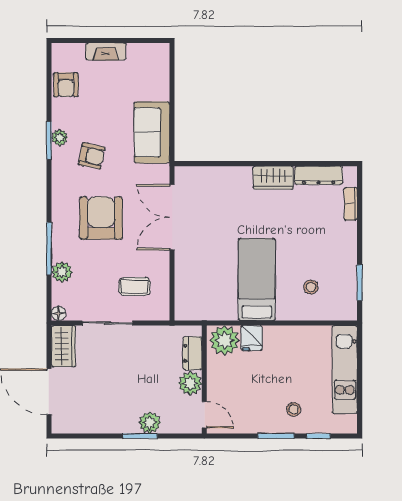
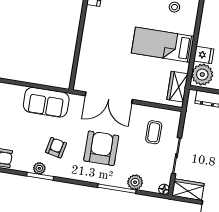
wardrobe: (273, 178) -> (177, 87), moved, turned 180
armchair: (101, 218) -> (101, 148), turned 90

